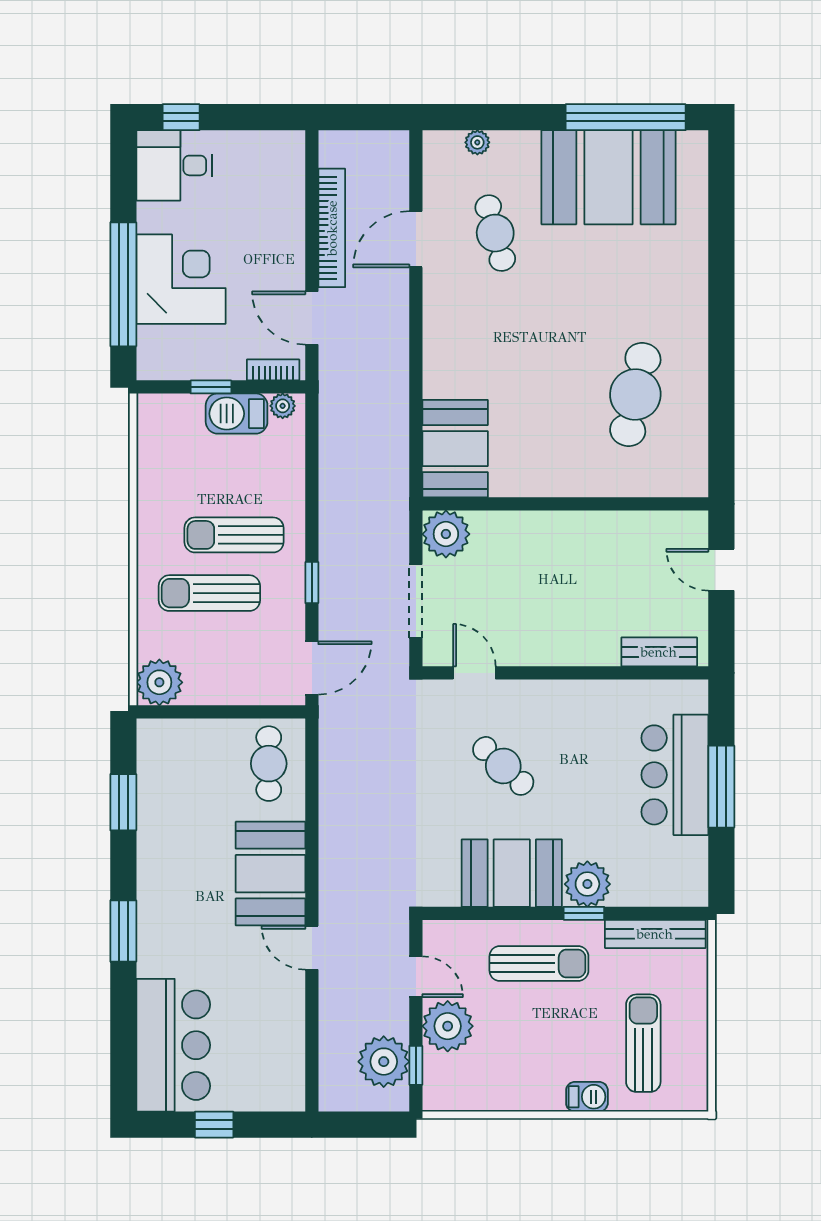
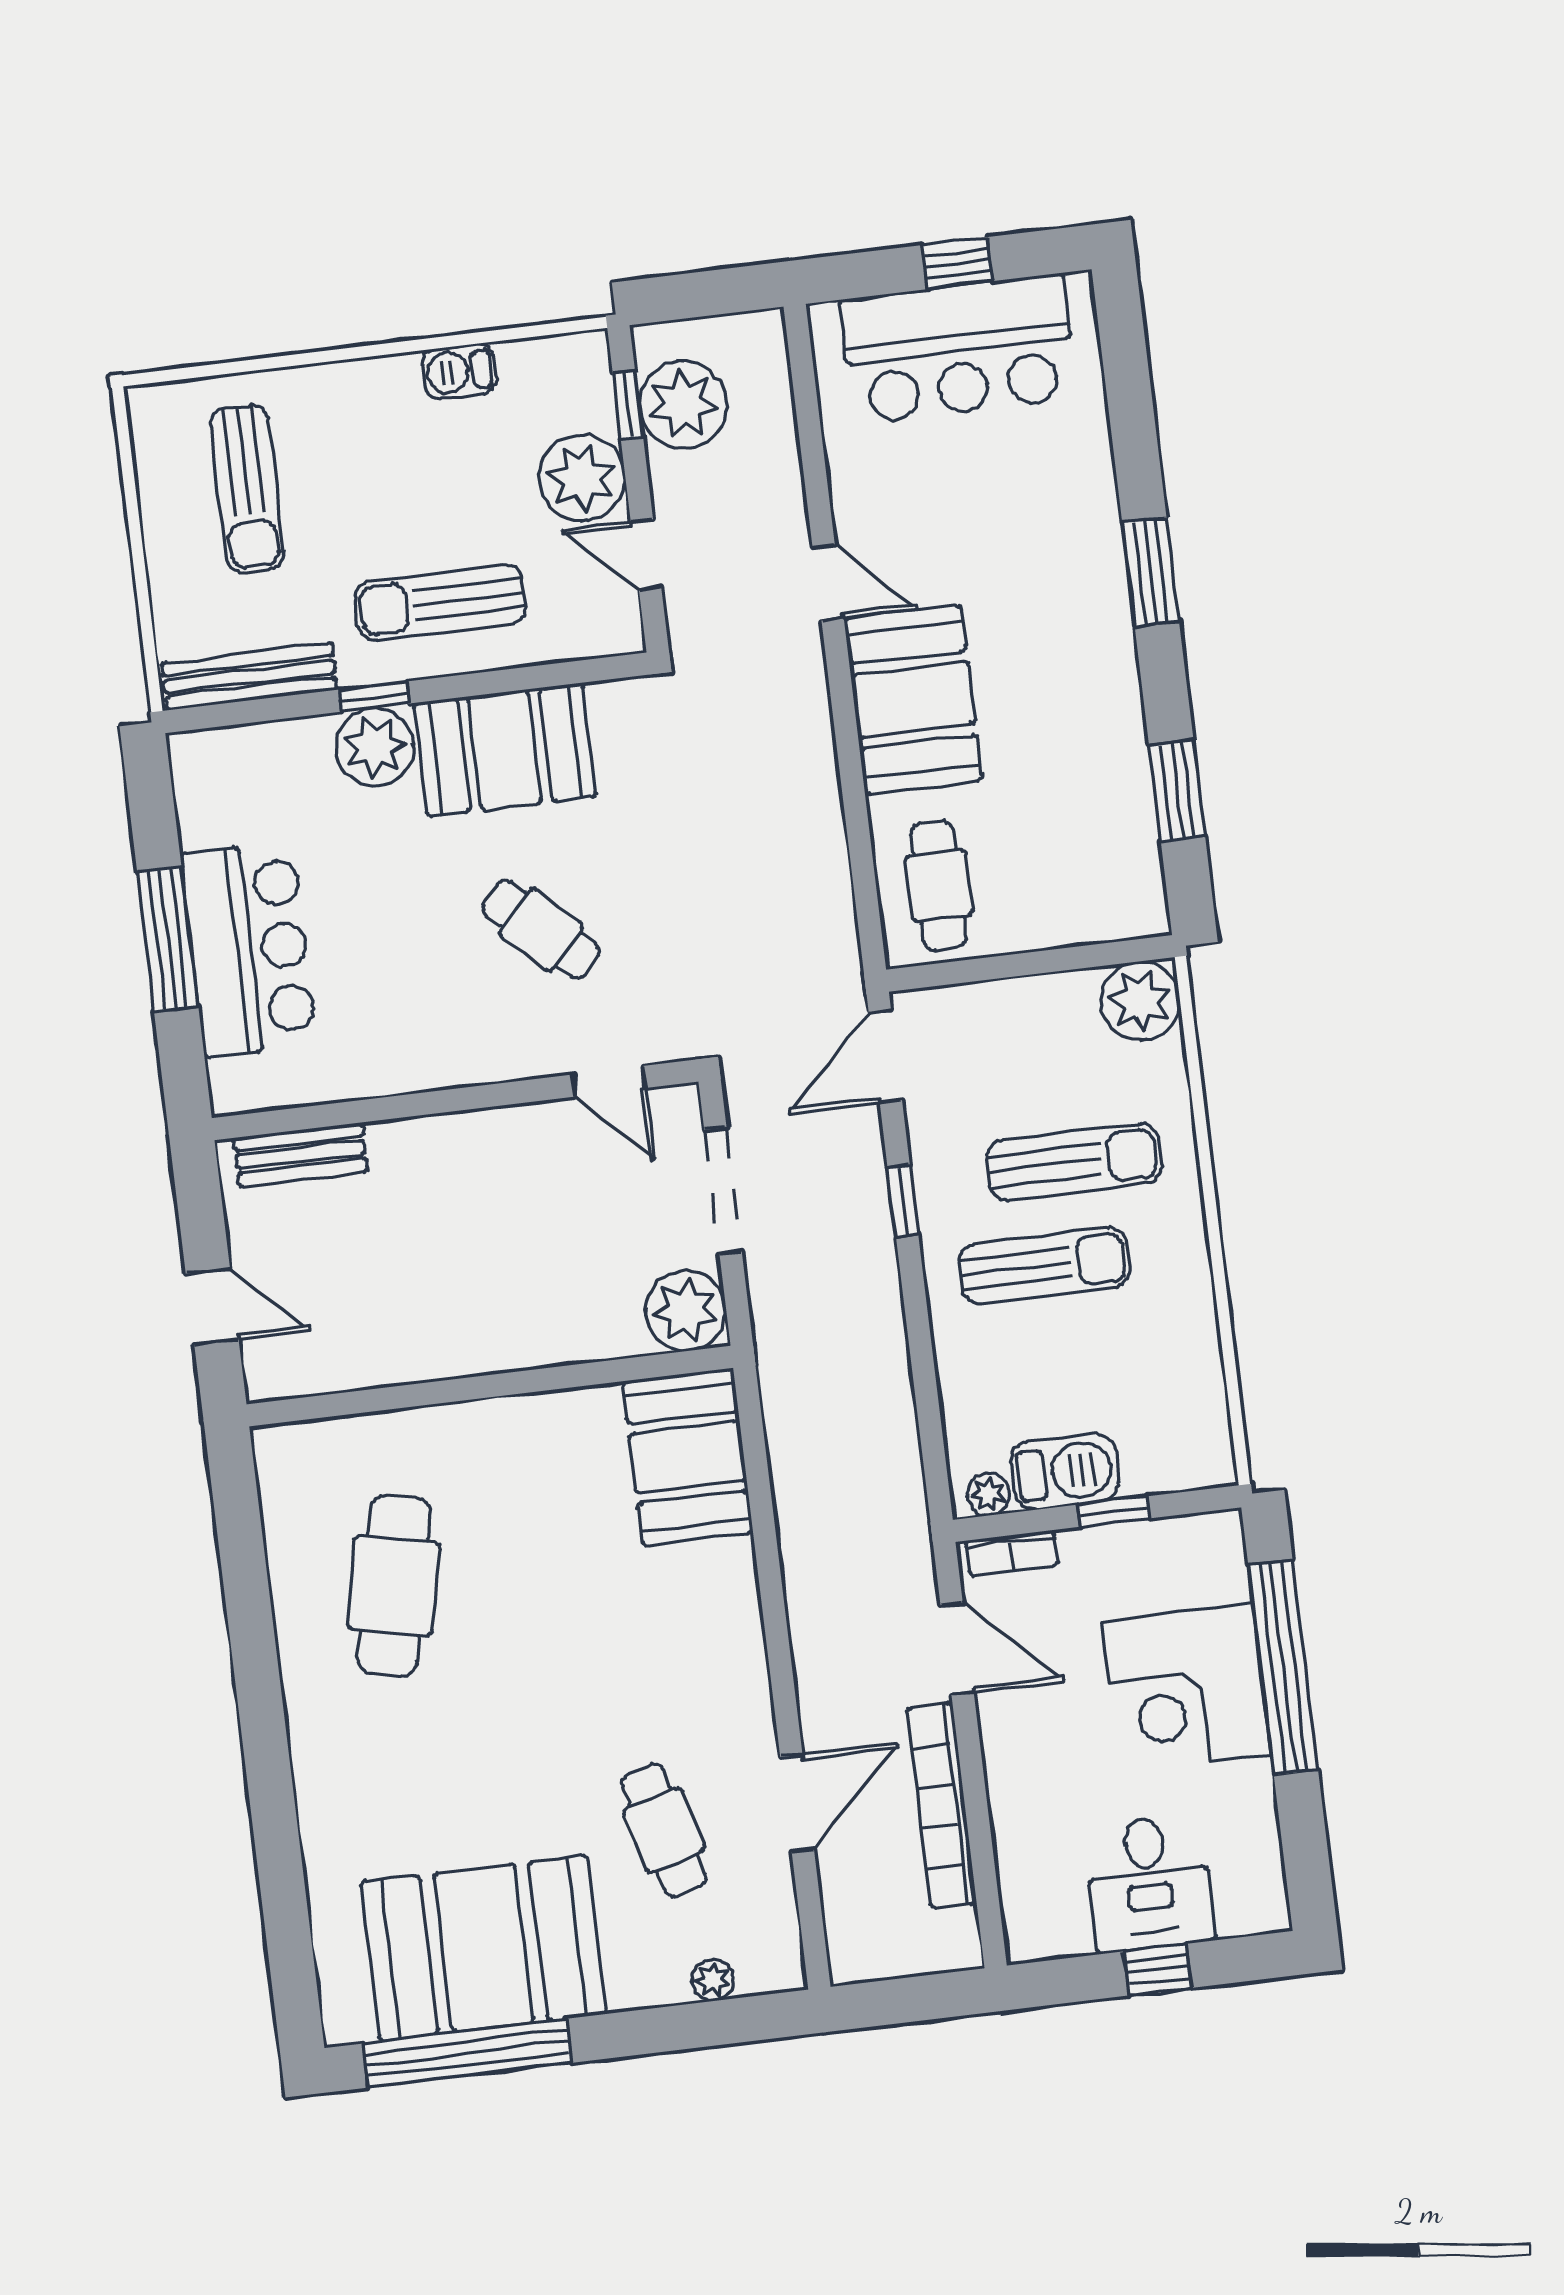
window: (181, 117) -> (1158, 1970), moved
desk: (174, 165) -> (1149, 1883), moved, turned 90
bar counter: (173, 1045) -> (959, 349), moved, turned -90
barbecue: (587, 1097) -> (459, 371), moved

